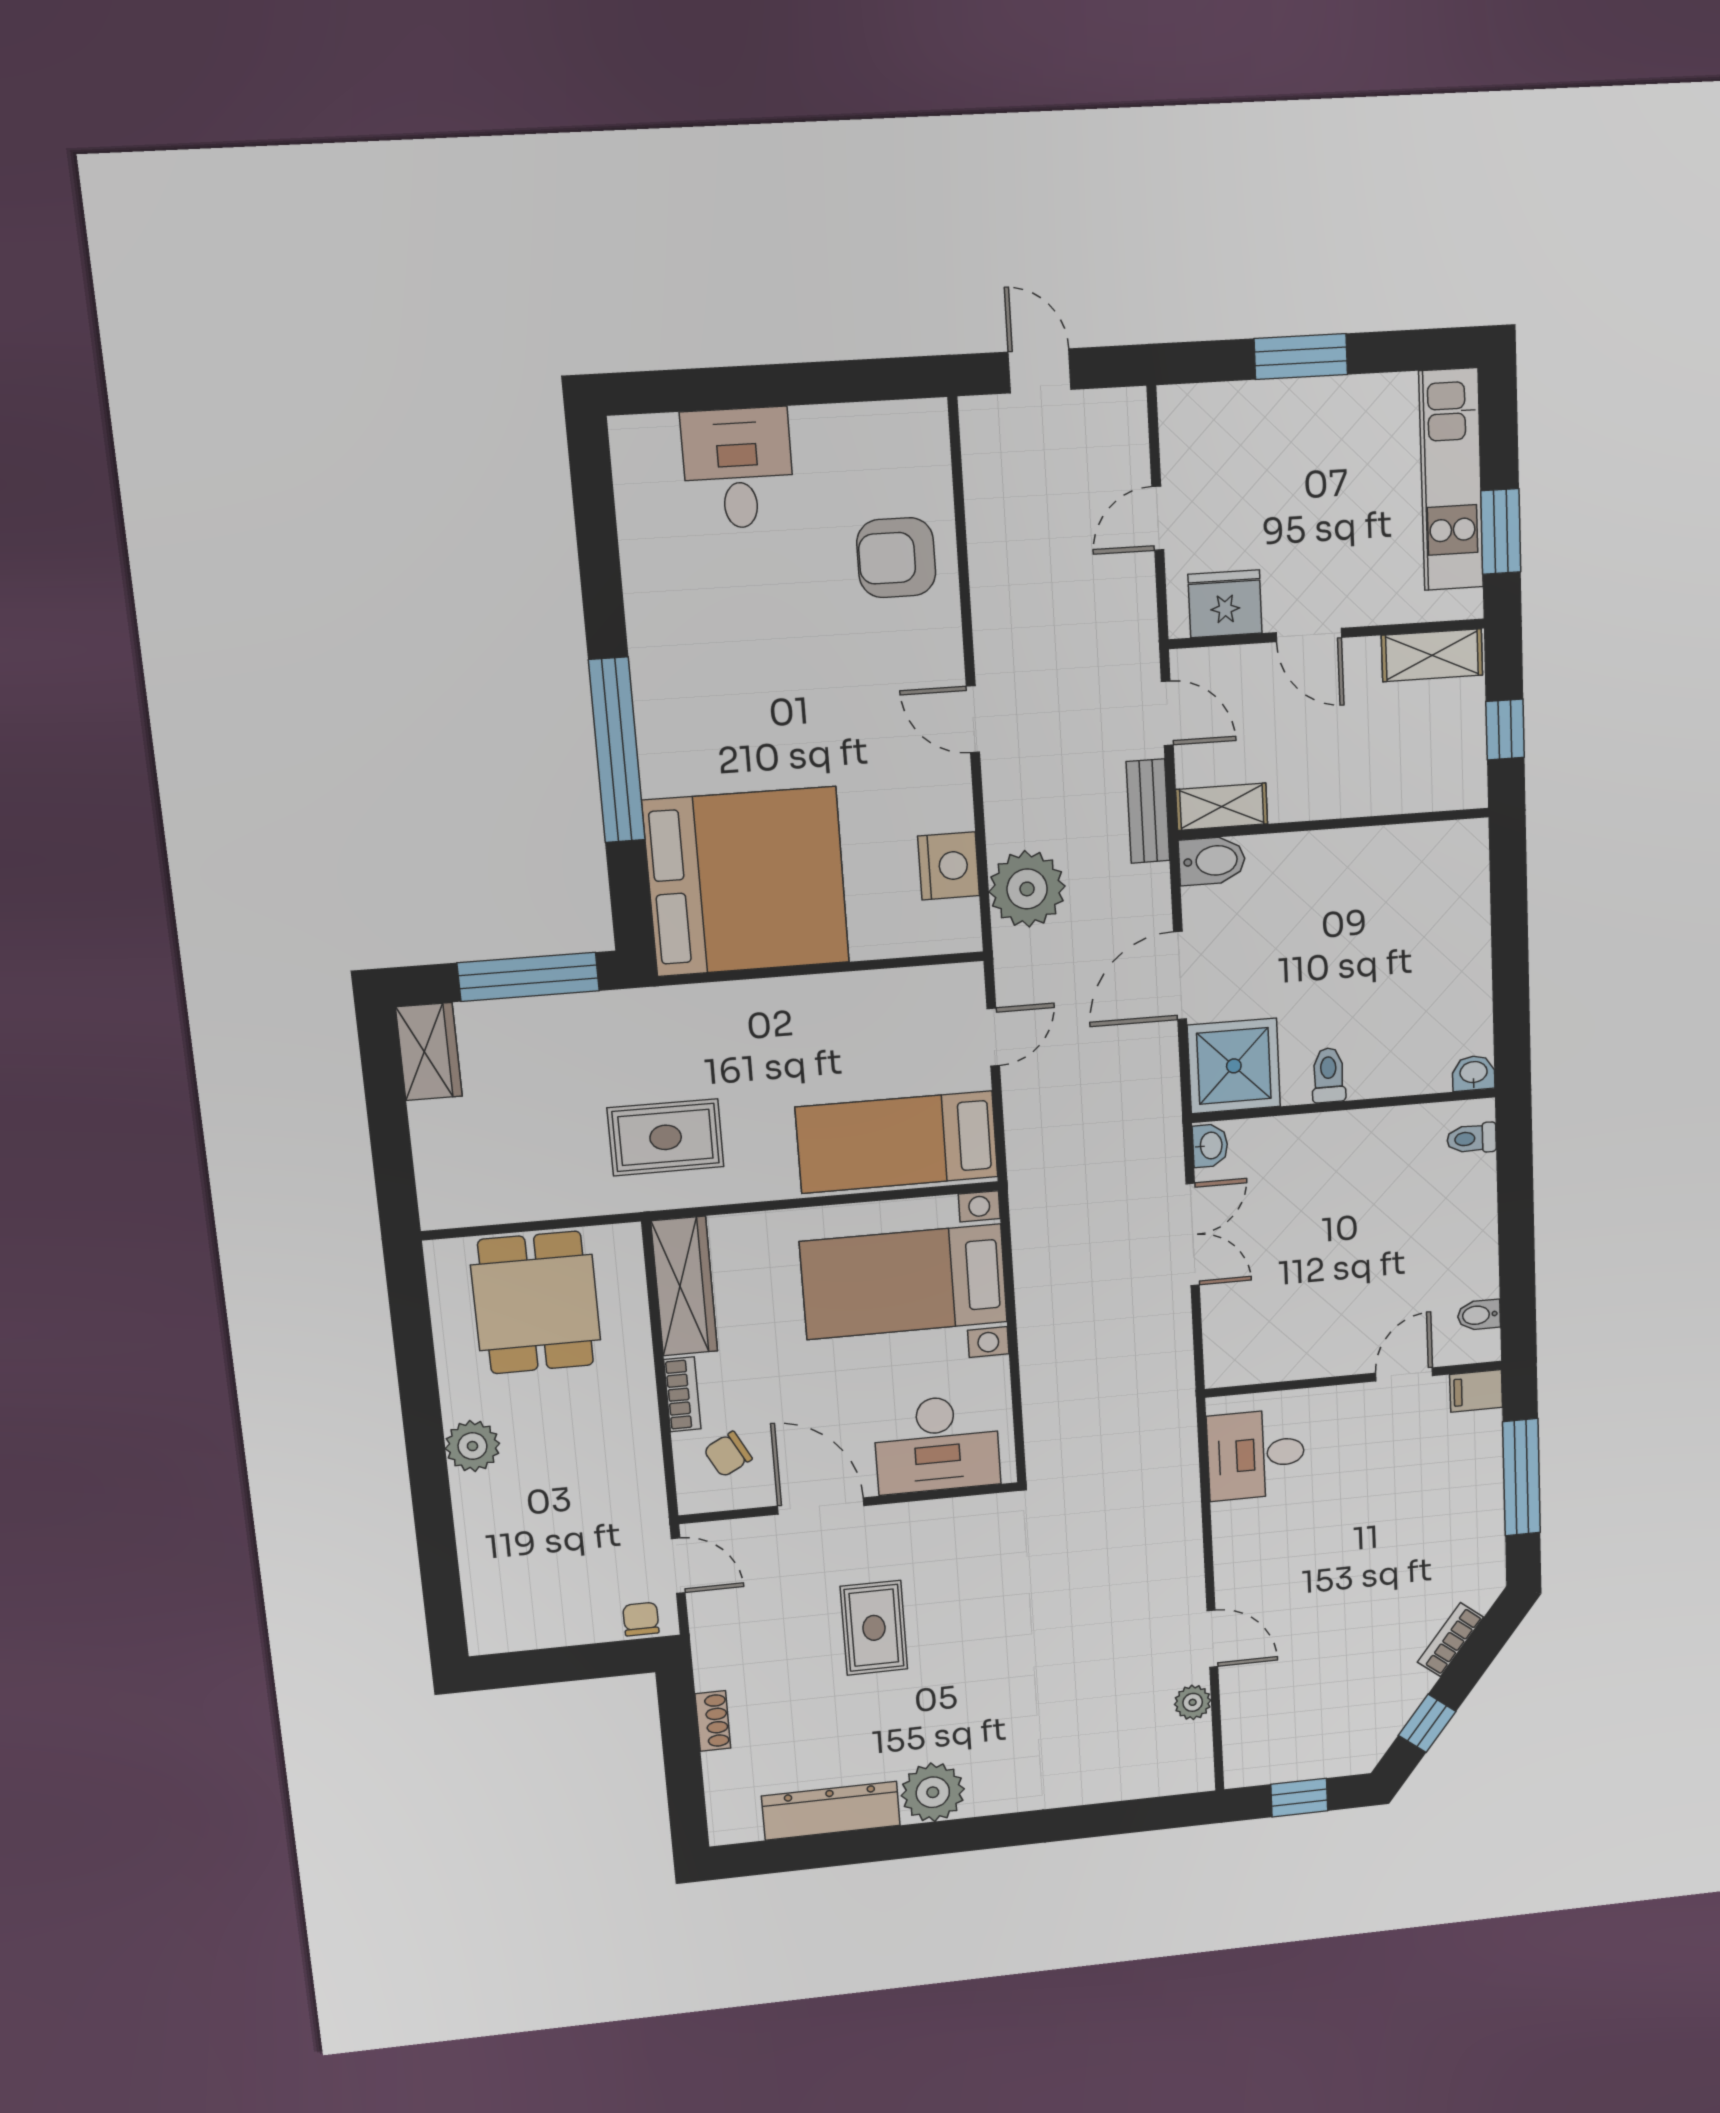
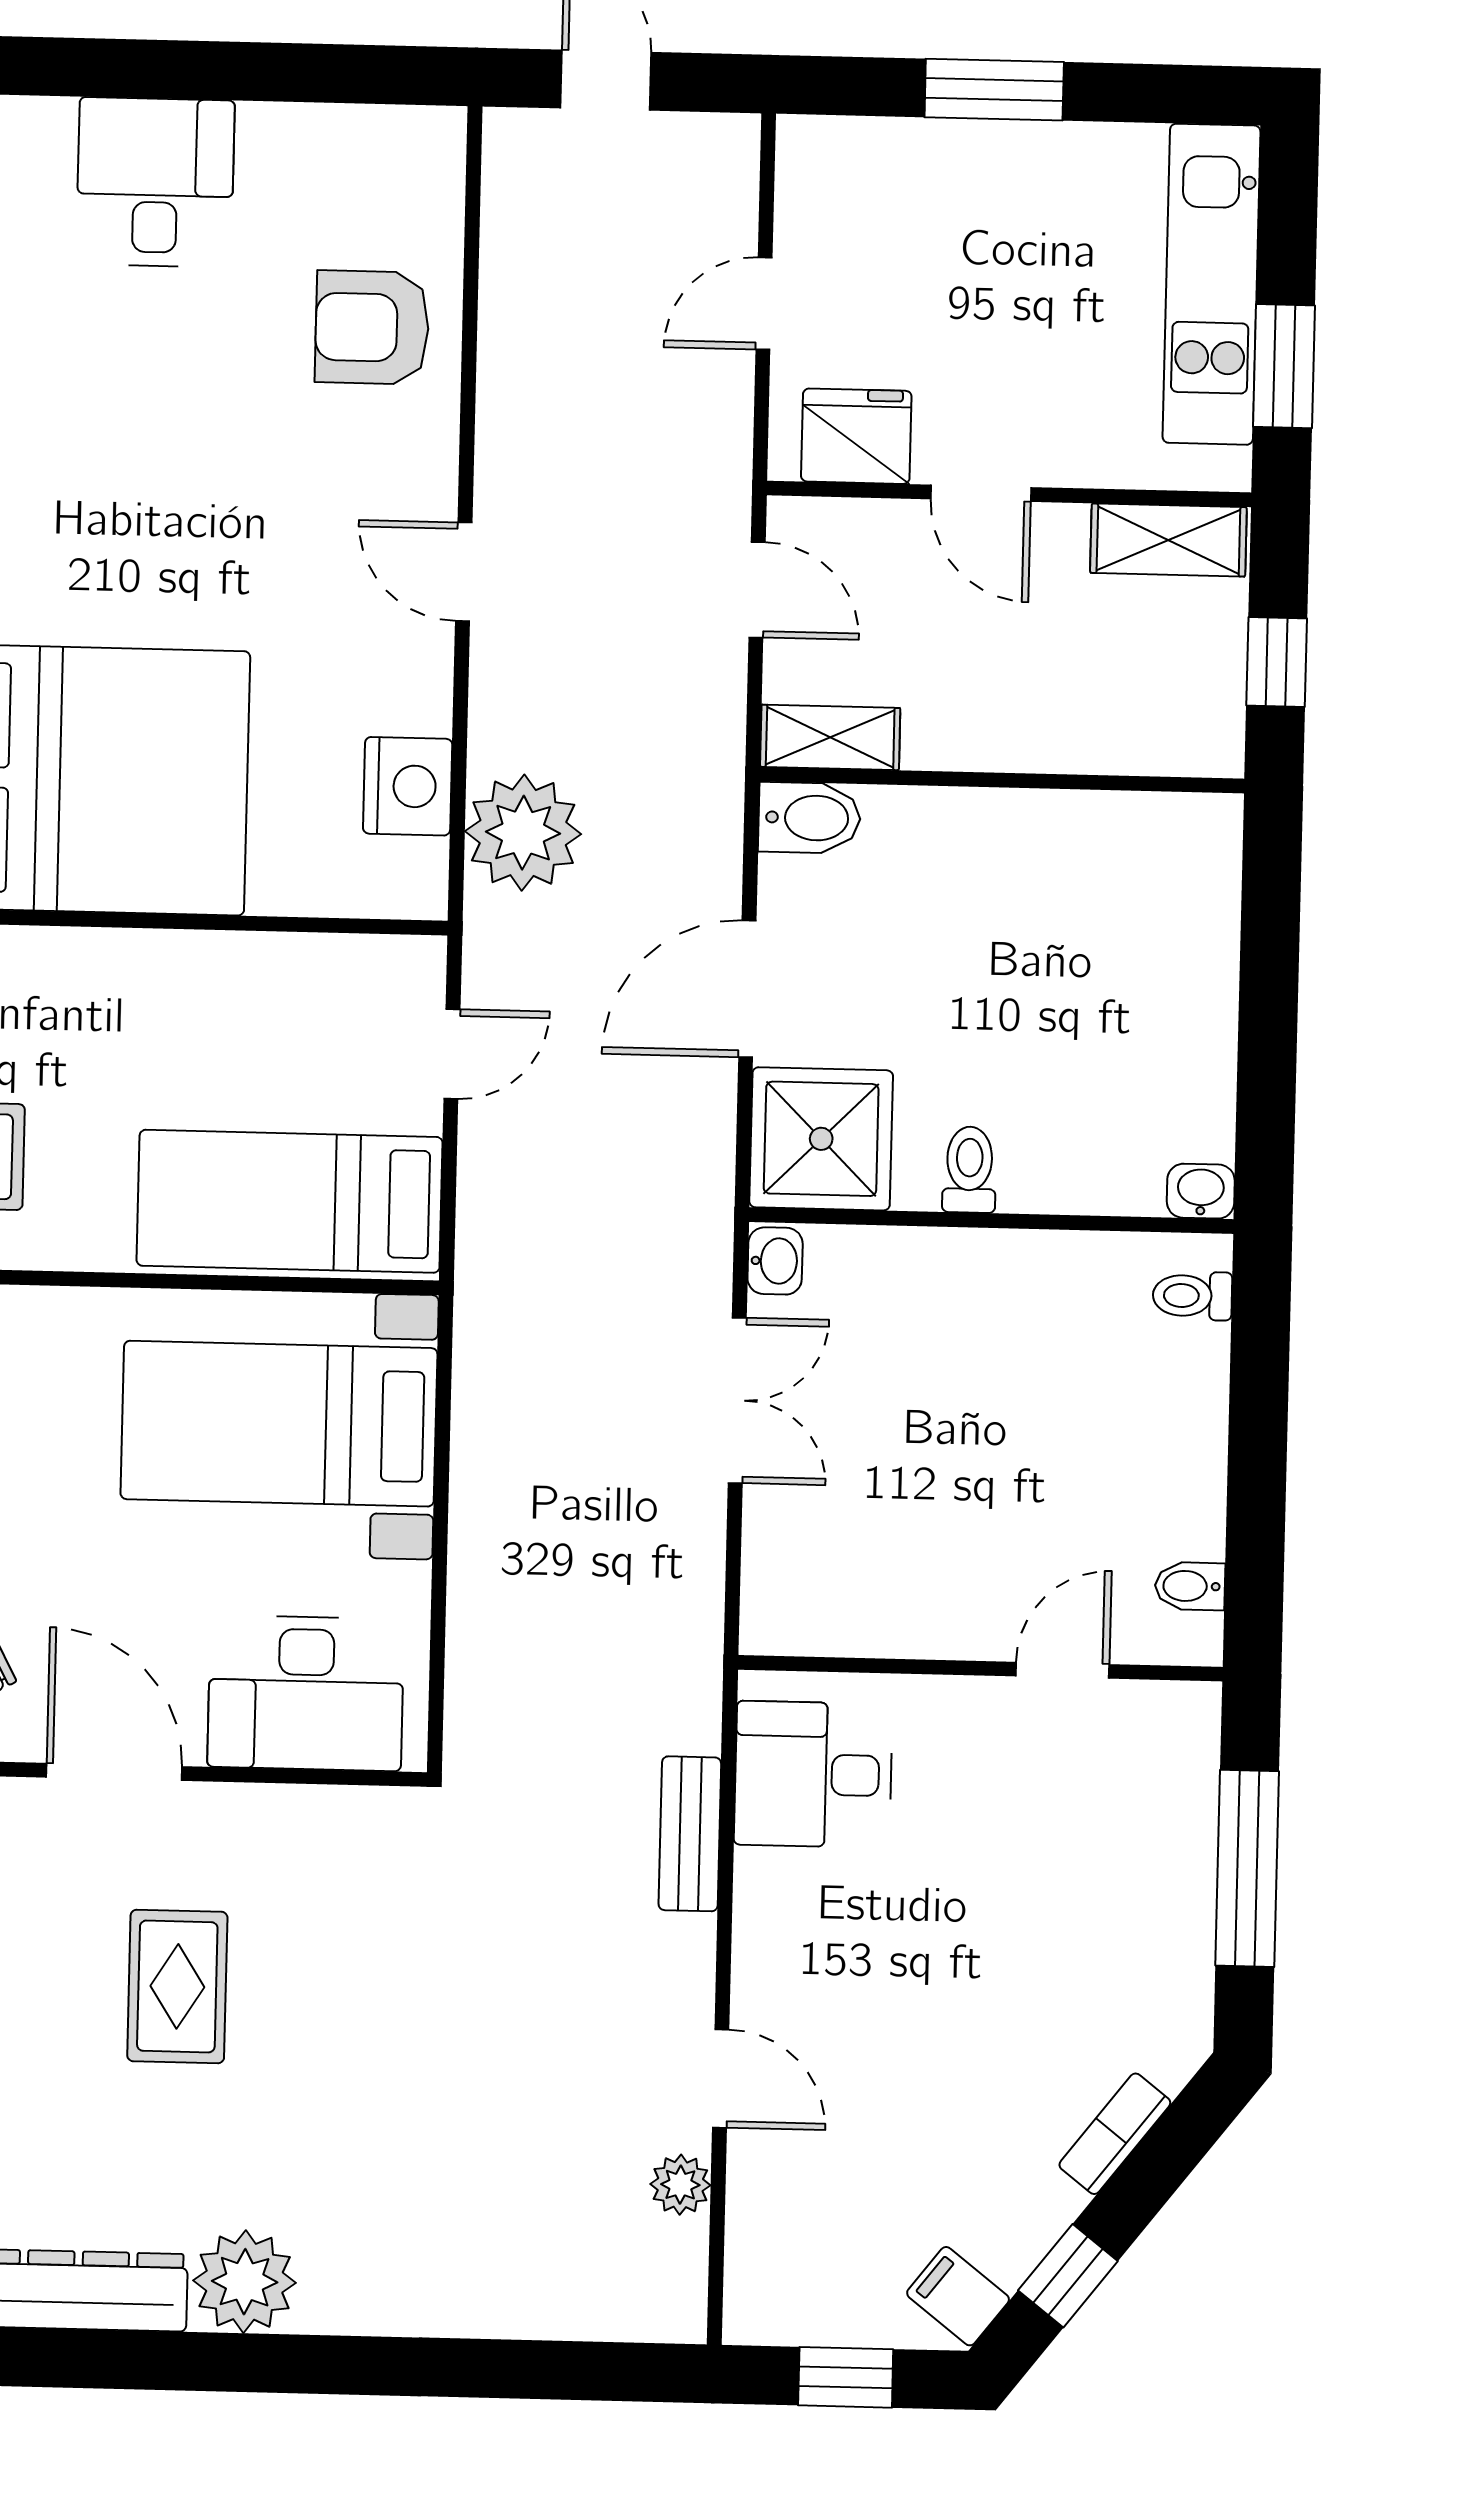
bench: (1148, 811) -> (690, 1834), moved
filing cabinet: (1476, 1391) -> (958, 2296), moved, turned 38

